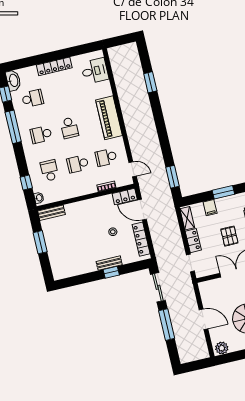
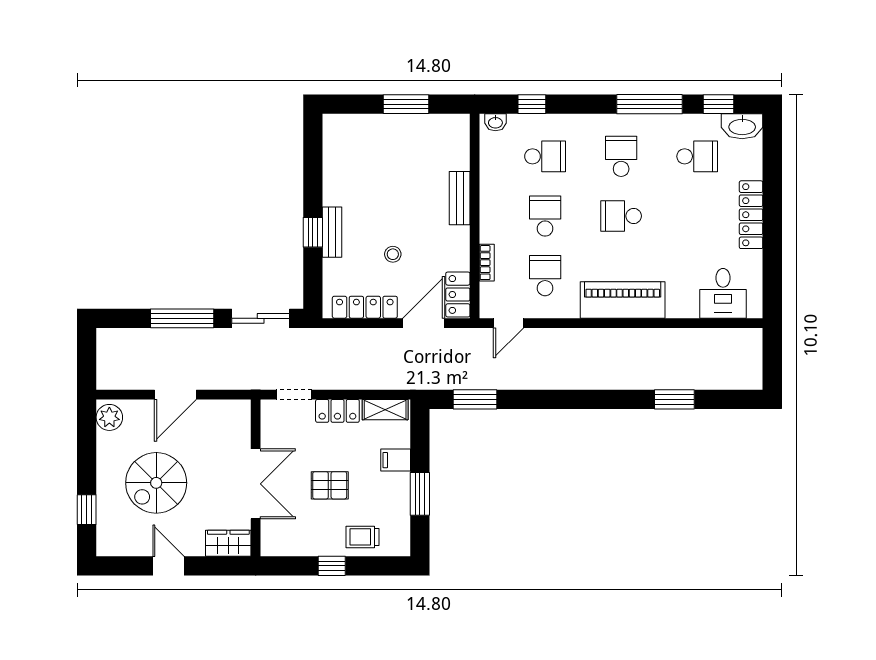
school desk: (33, 98) -> (697, 156), turned -90
bench: (51, 213) -> (460, 198), moved

